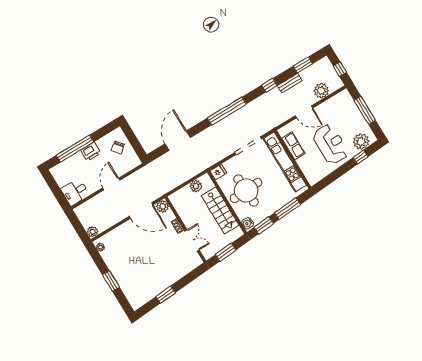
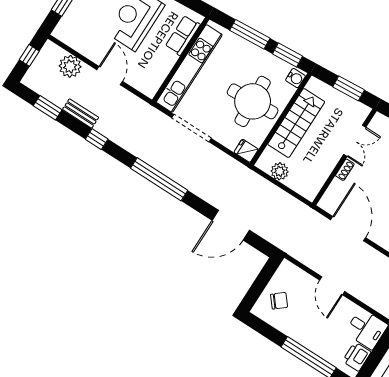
row of seats: (293, 146) -> (183, 35), moved
printer: (91, 152) -> (357, 357), moved, turned -90
door: (111, 184) -> (332, 286), hinge flipped
plant: (163, 206) -> (329, 203), removed
double door: (192, 240) -> (355, 141), swing flipped

